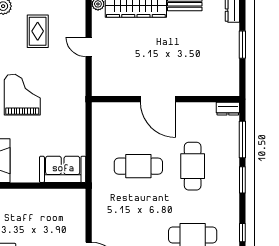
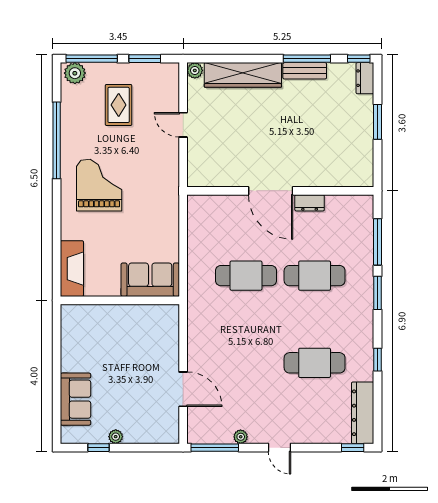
dresser: (228, 109) -> (310, 203), moved
cafe table: (193, 166) -> (315, 276), turned 90

